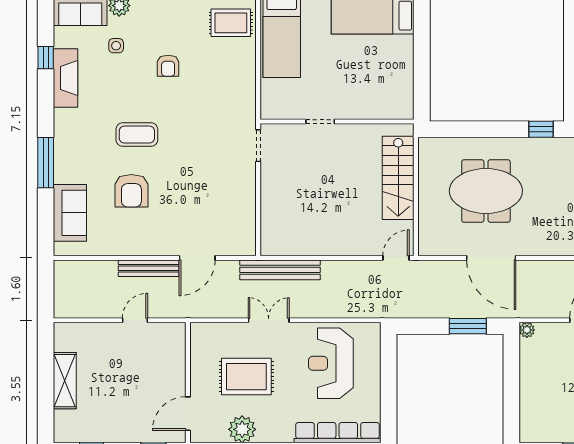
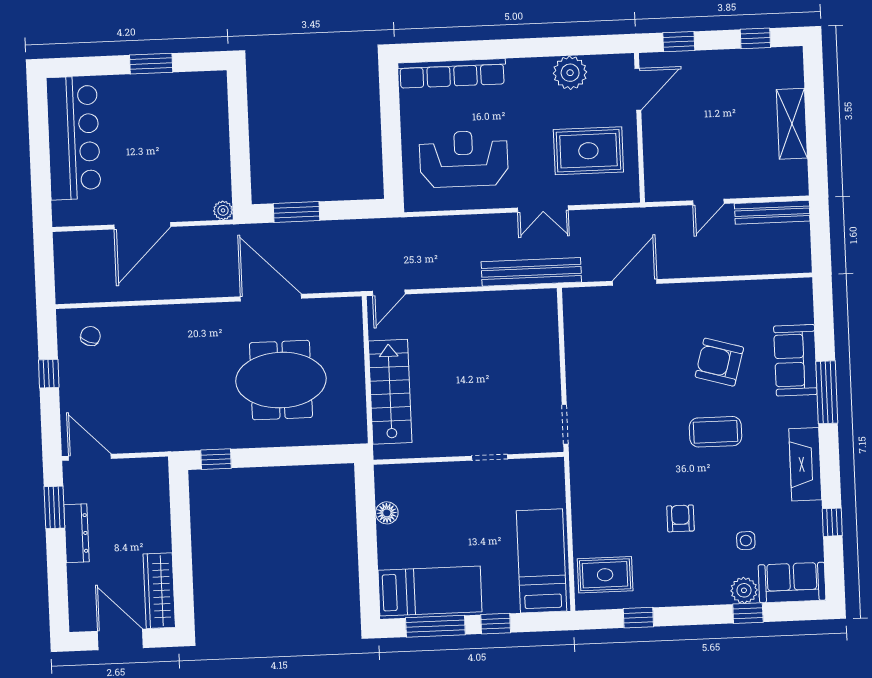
fireplace: (66, 78) -> (805, 464), moved
floor lamp: (405, 80) -> (387, 513), added
armchair: (131, 191) -> (719, 362), turned -74
sofa: (70, 213) -> (795, 360), moved
bench: (149, 268) -> (772, 212), moved
reception desk: (331, 363) -> (464, 159), turned -90
rug: (246, 377) -> (588, 151), moved

